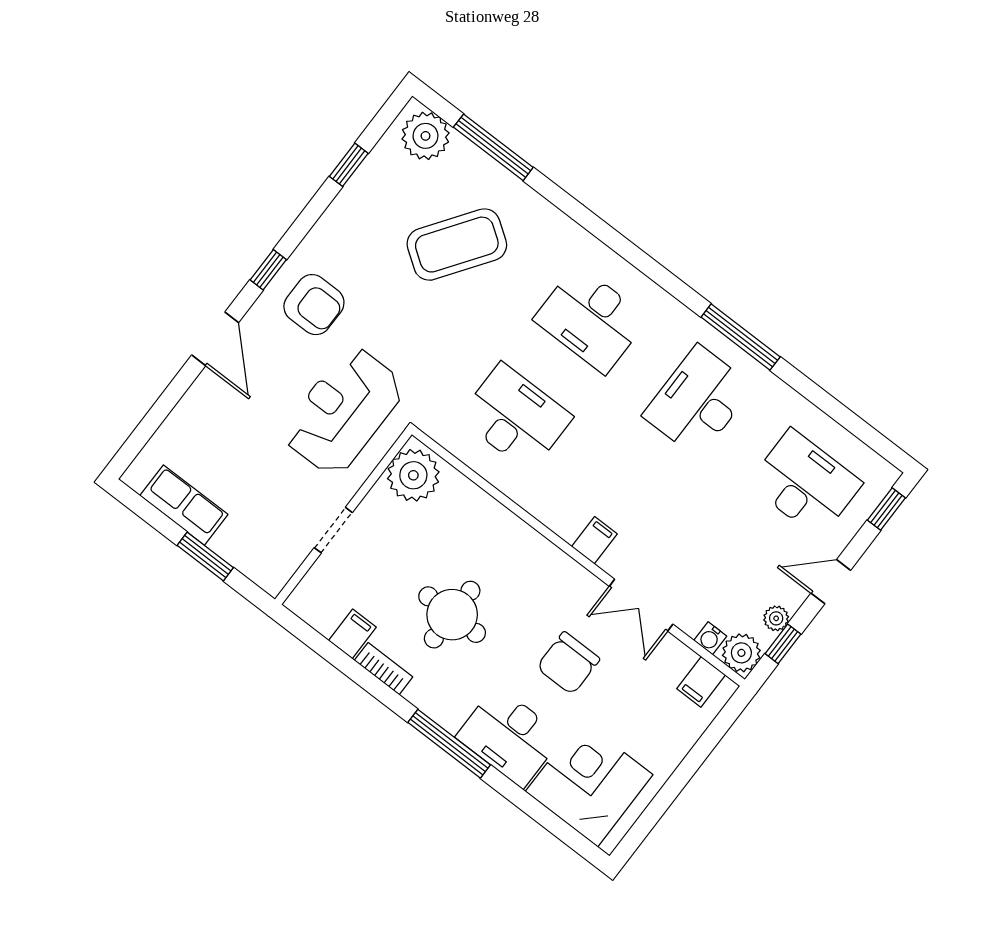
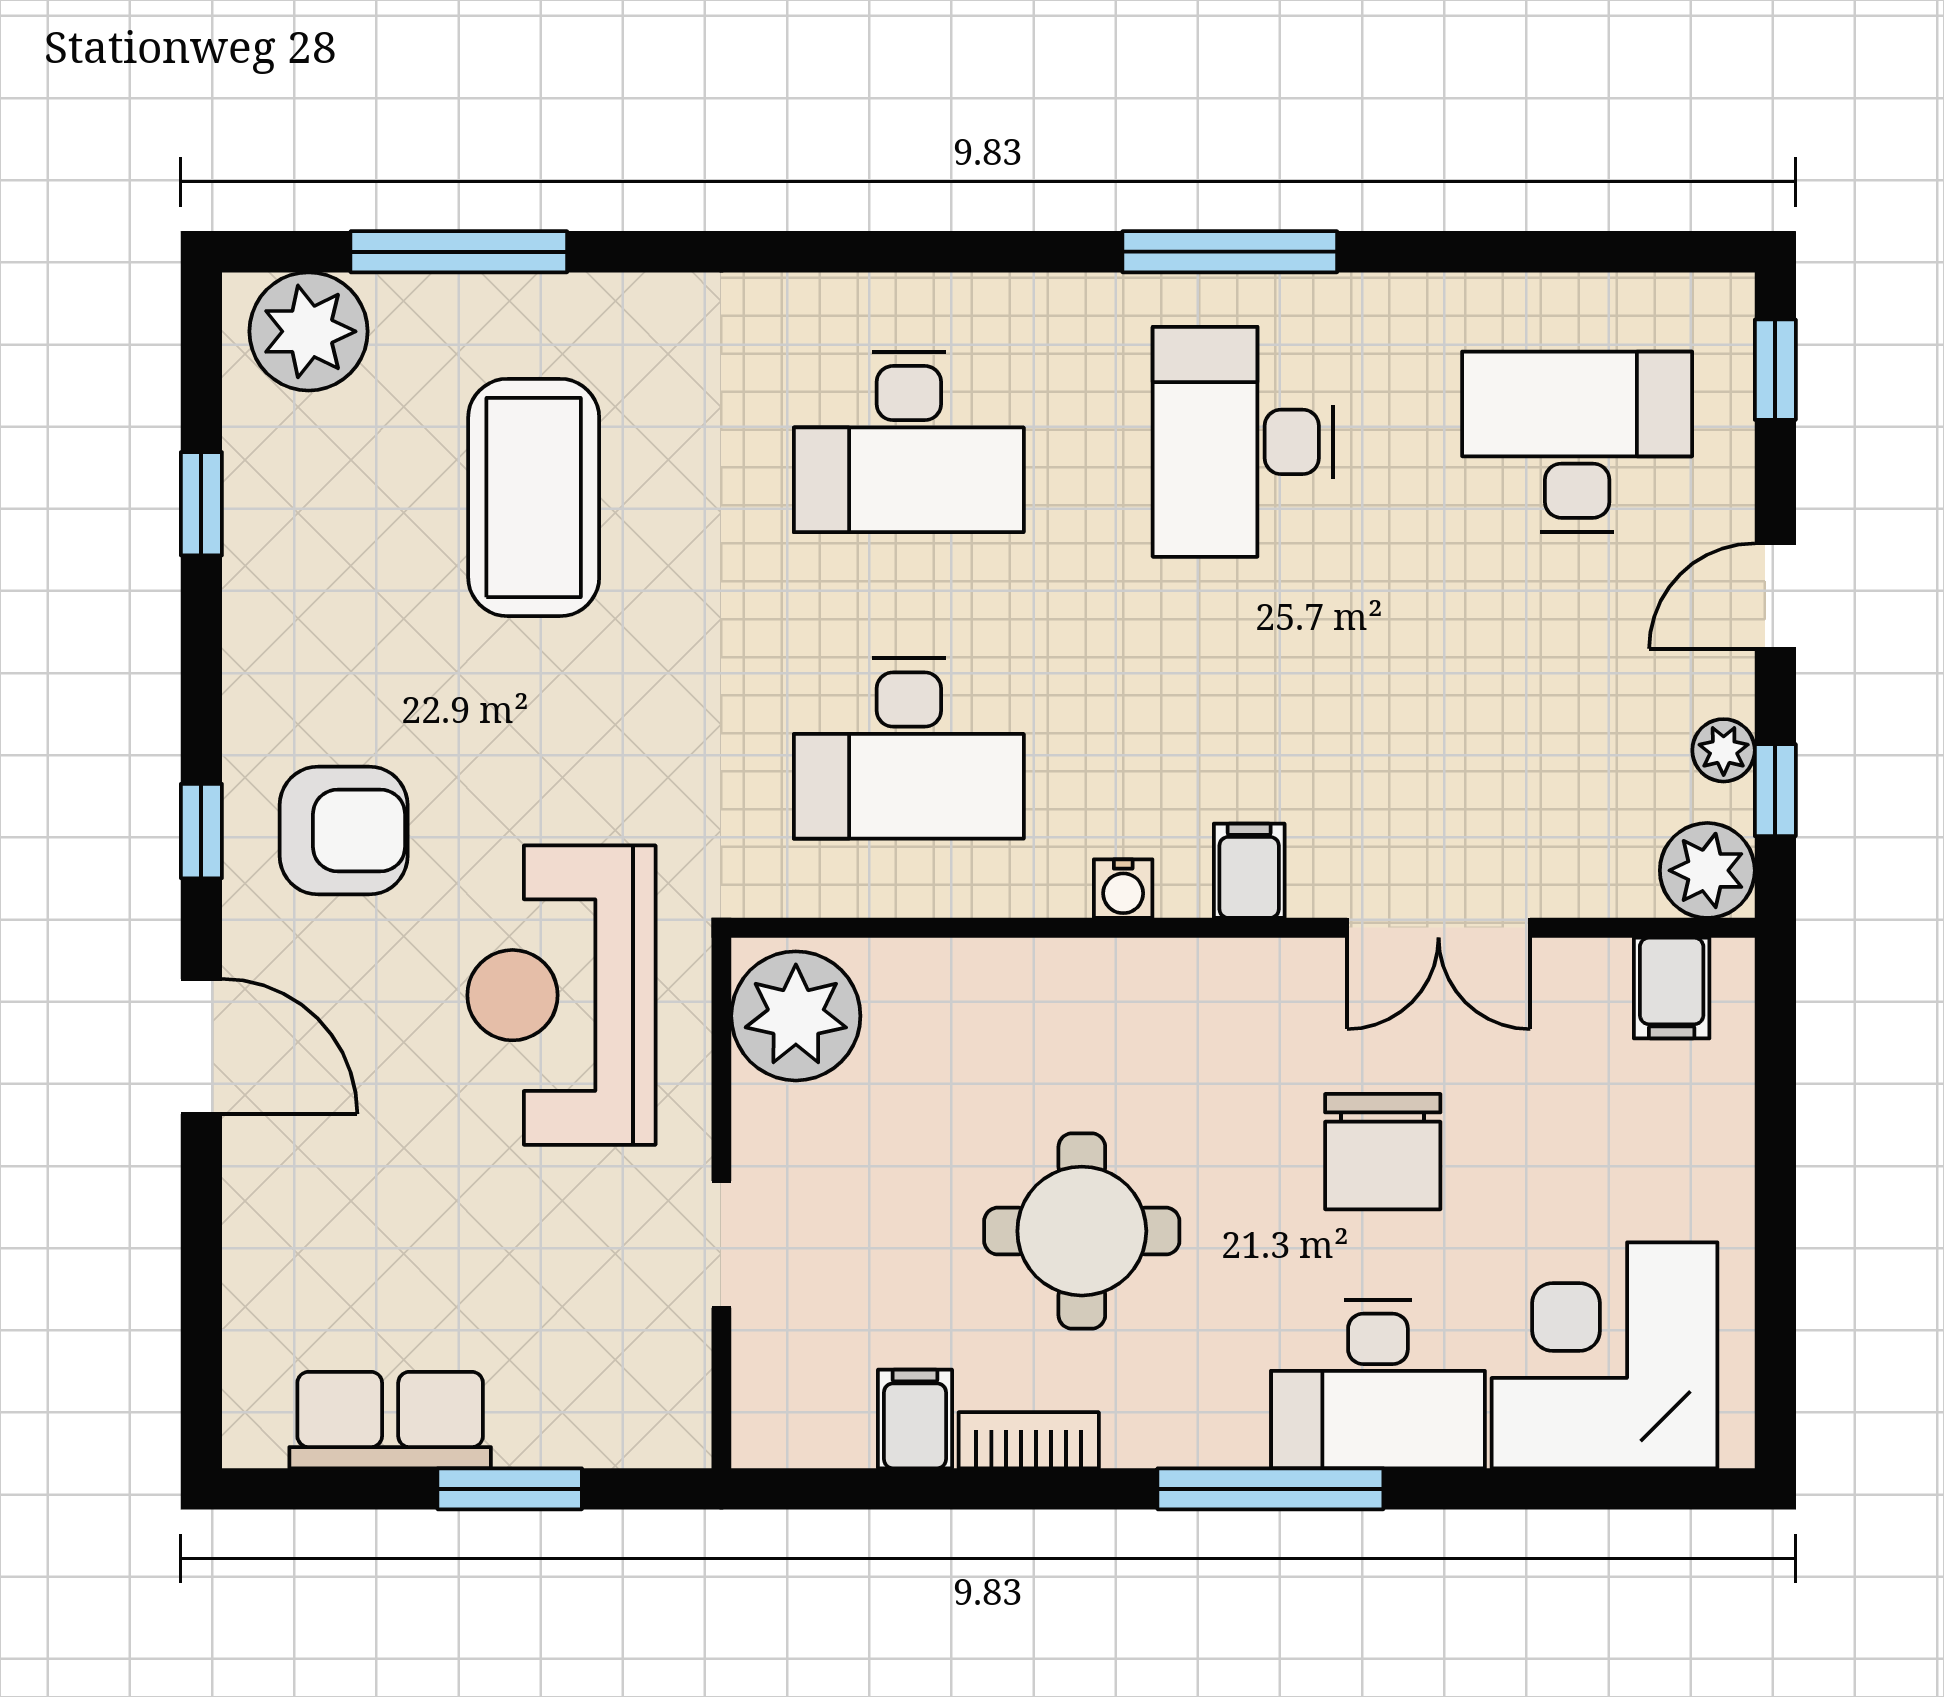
coffee table: (457, 245) -> (534, 497), turned -35
desk: (515, 417) -> (909, 748), turned 180
water cooler: (710, 638) -> (1123, 889), moved

